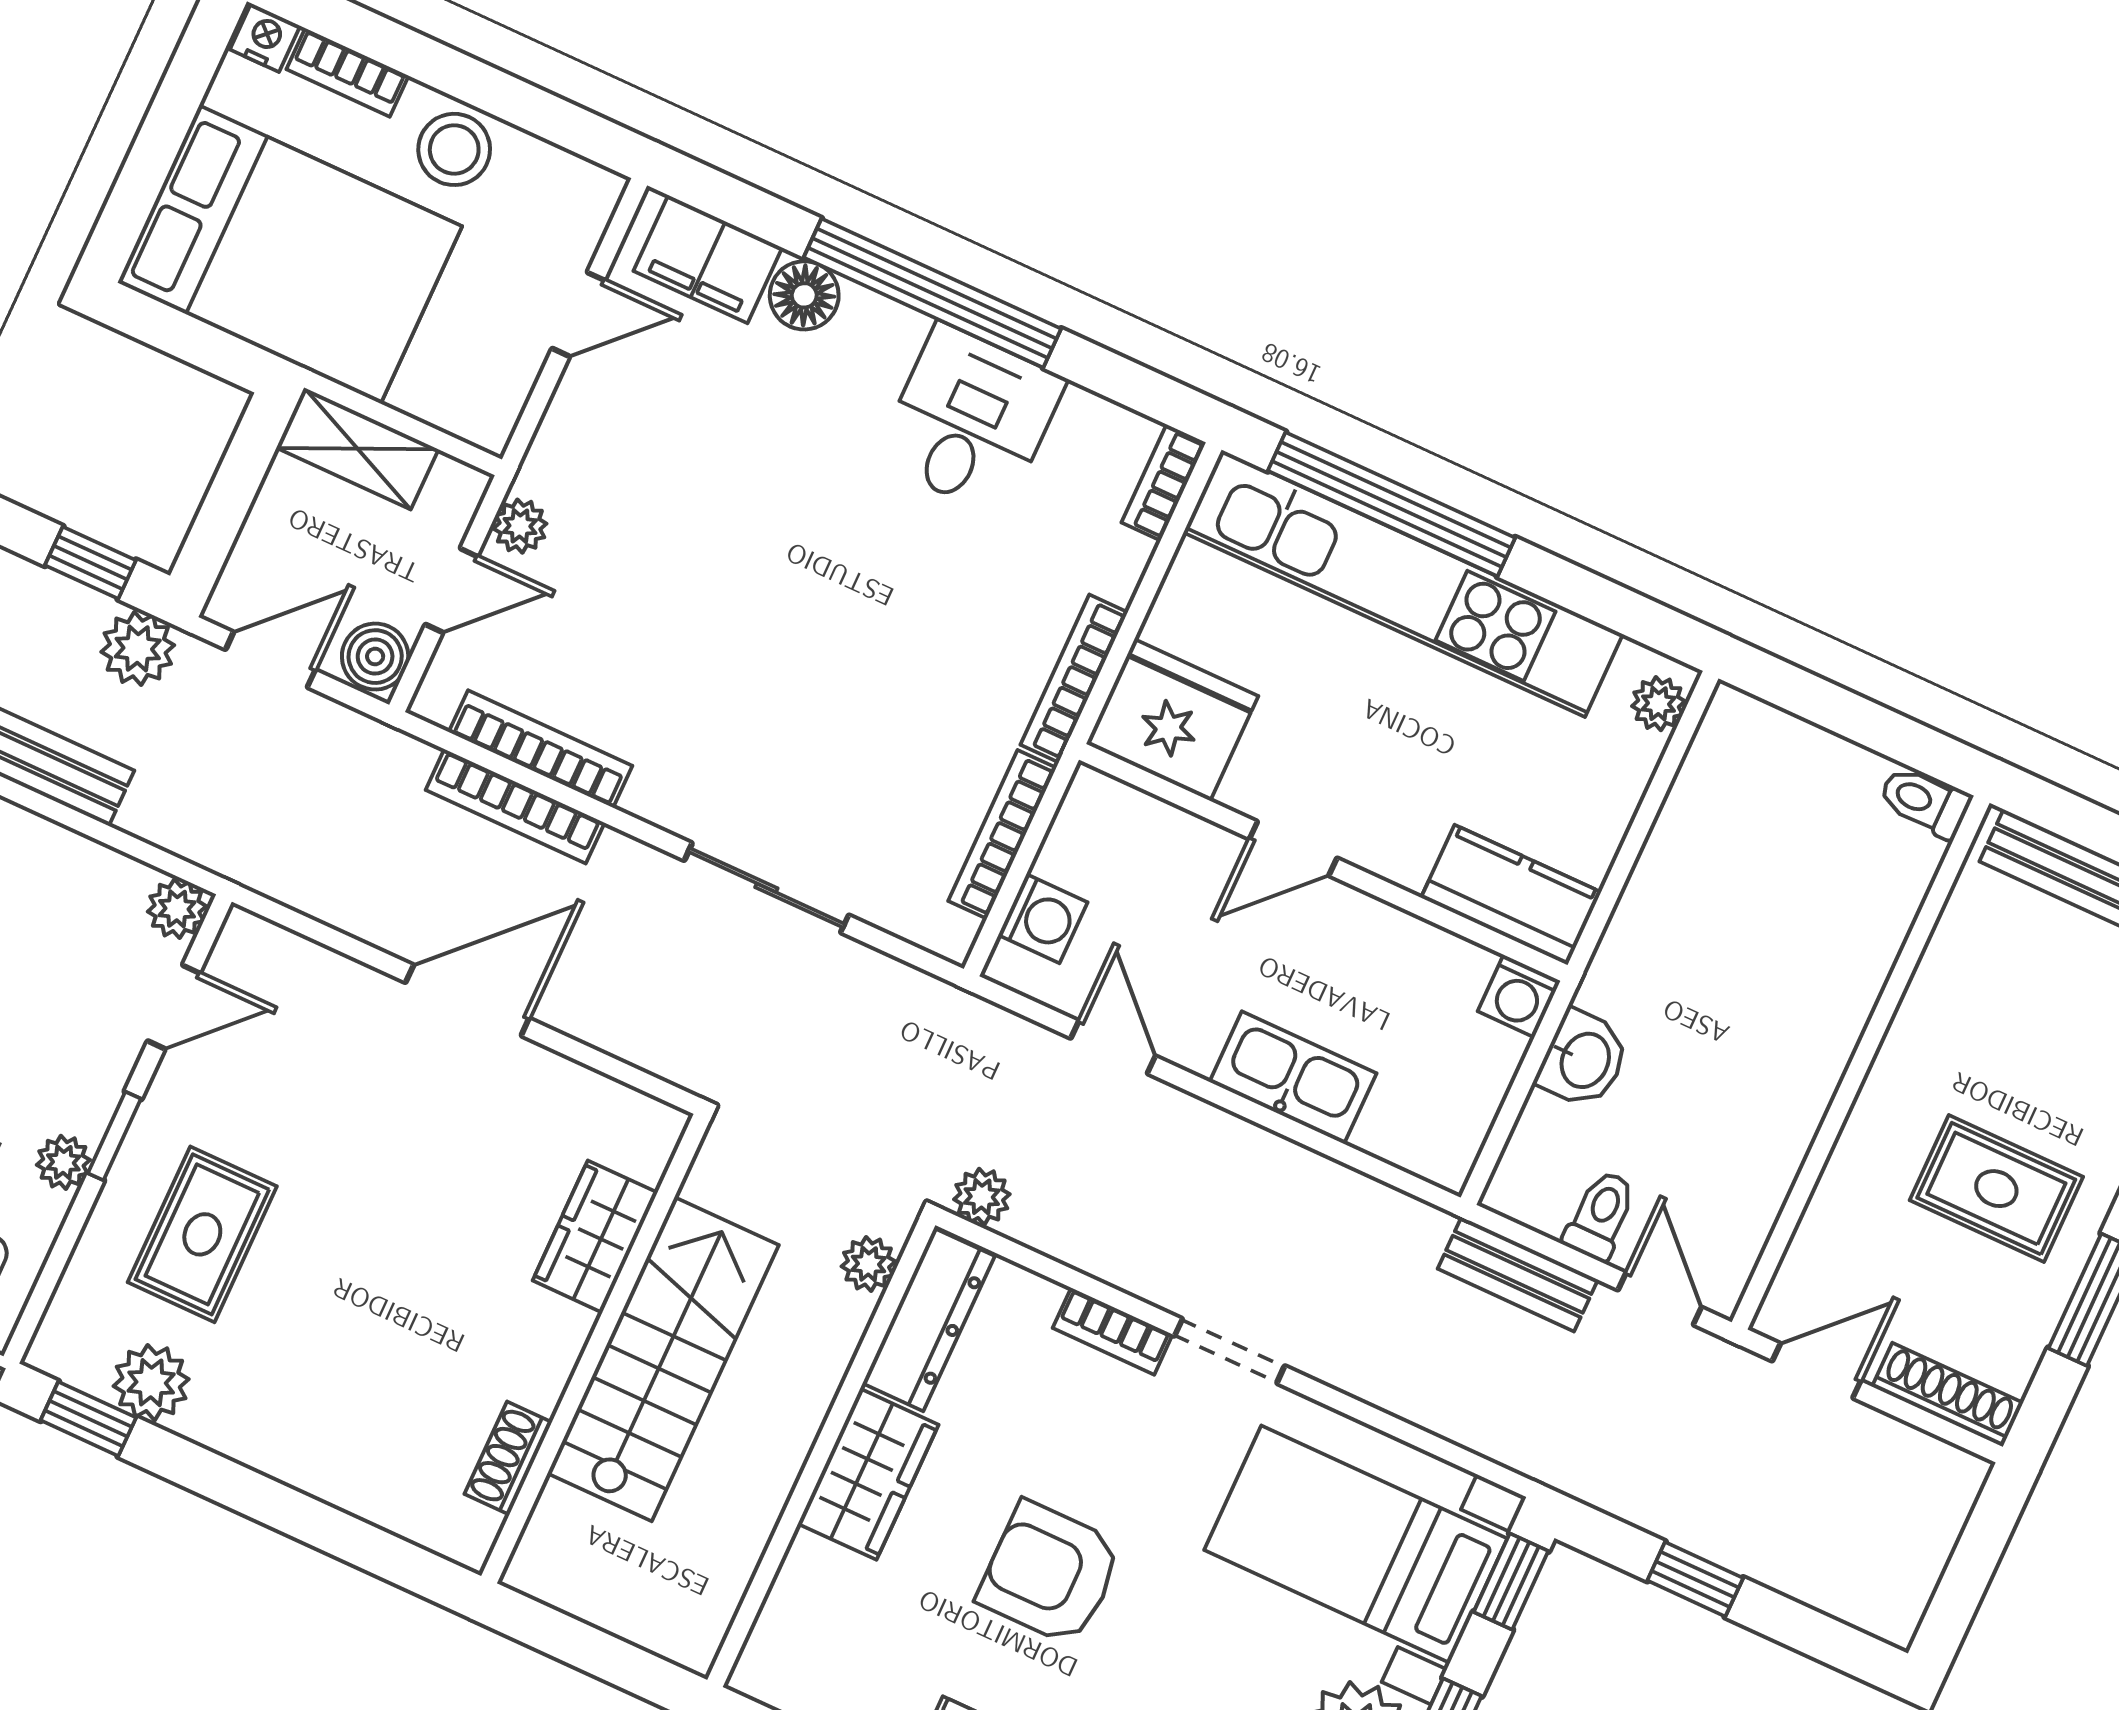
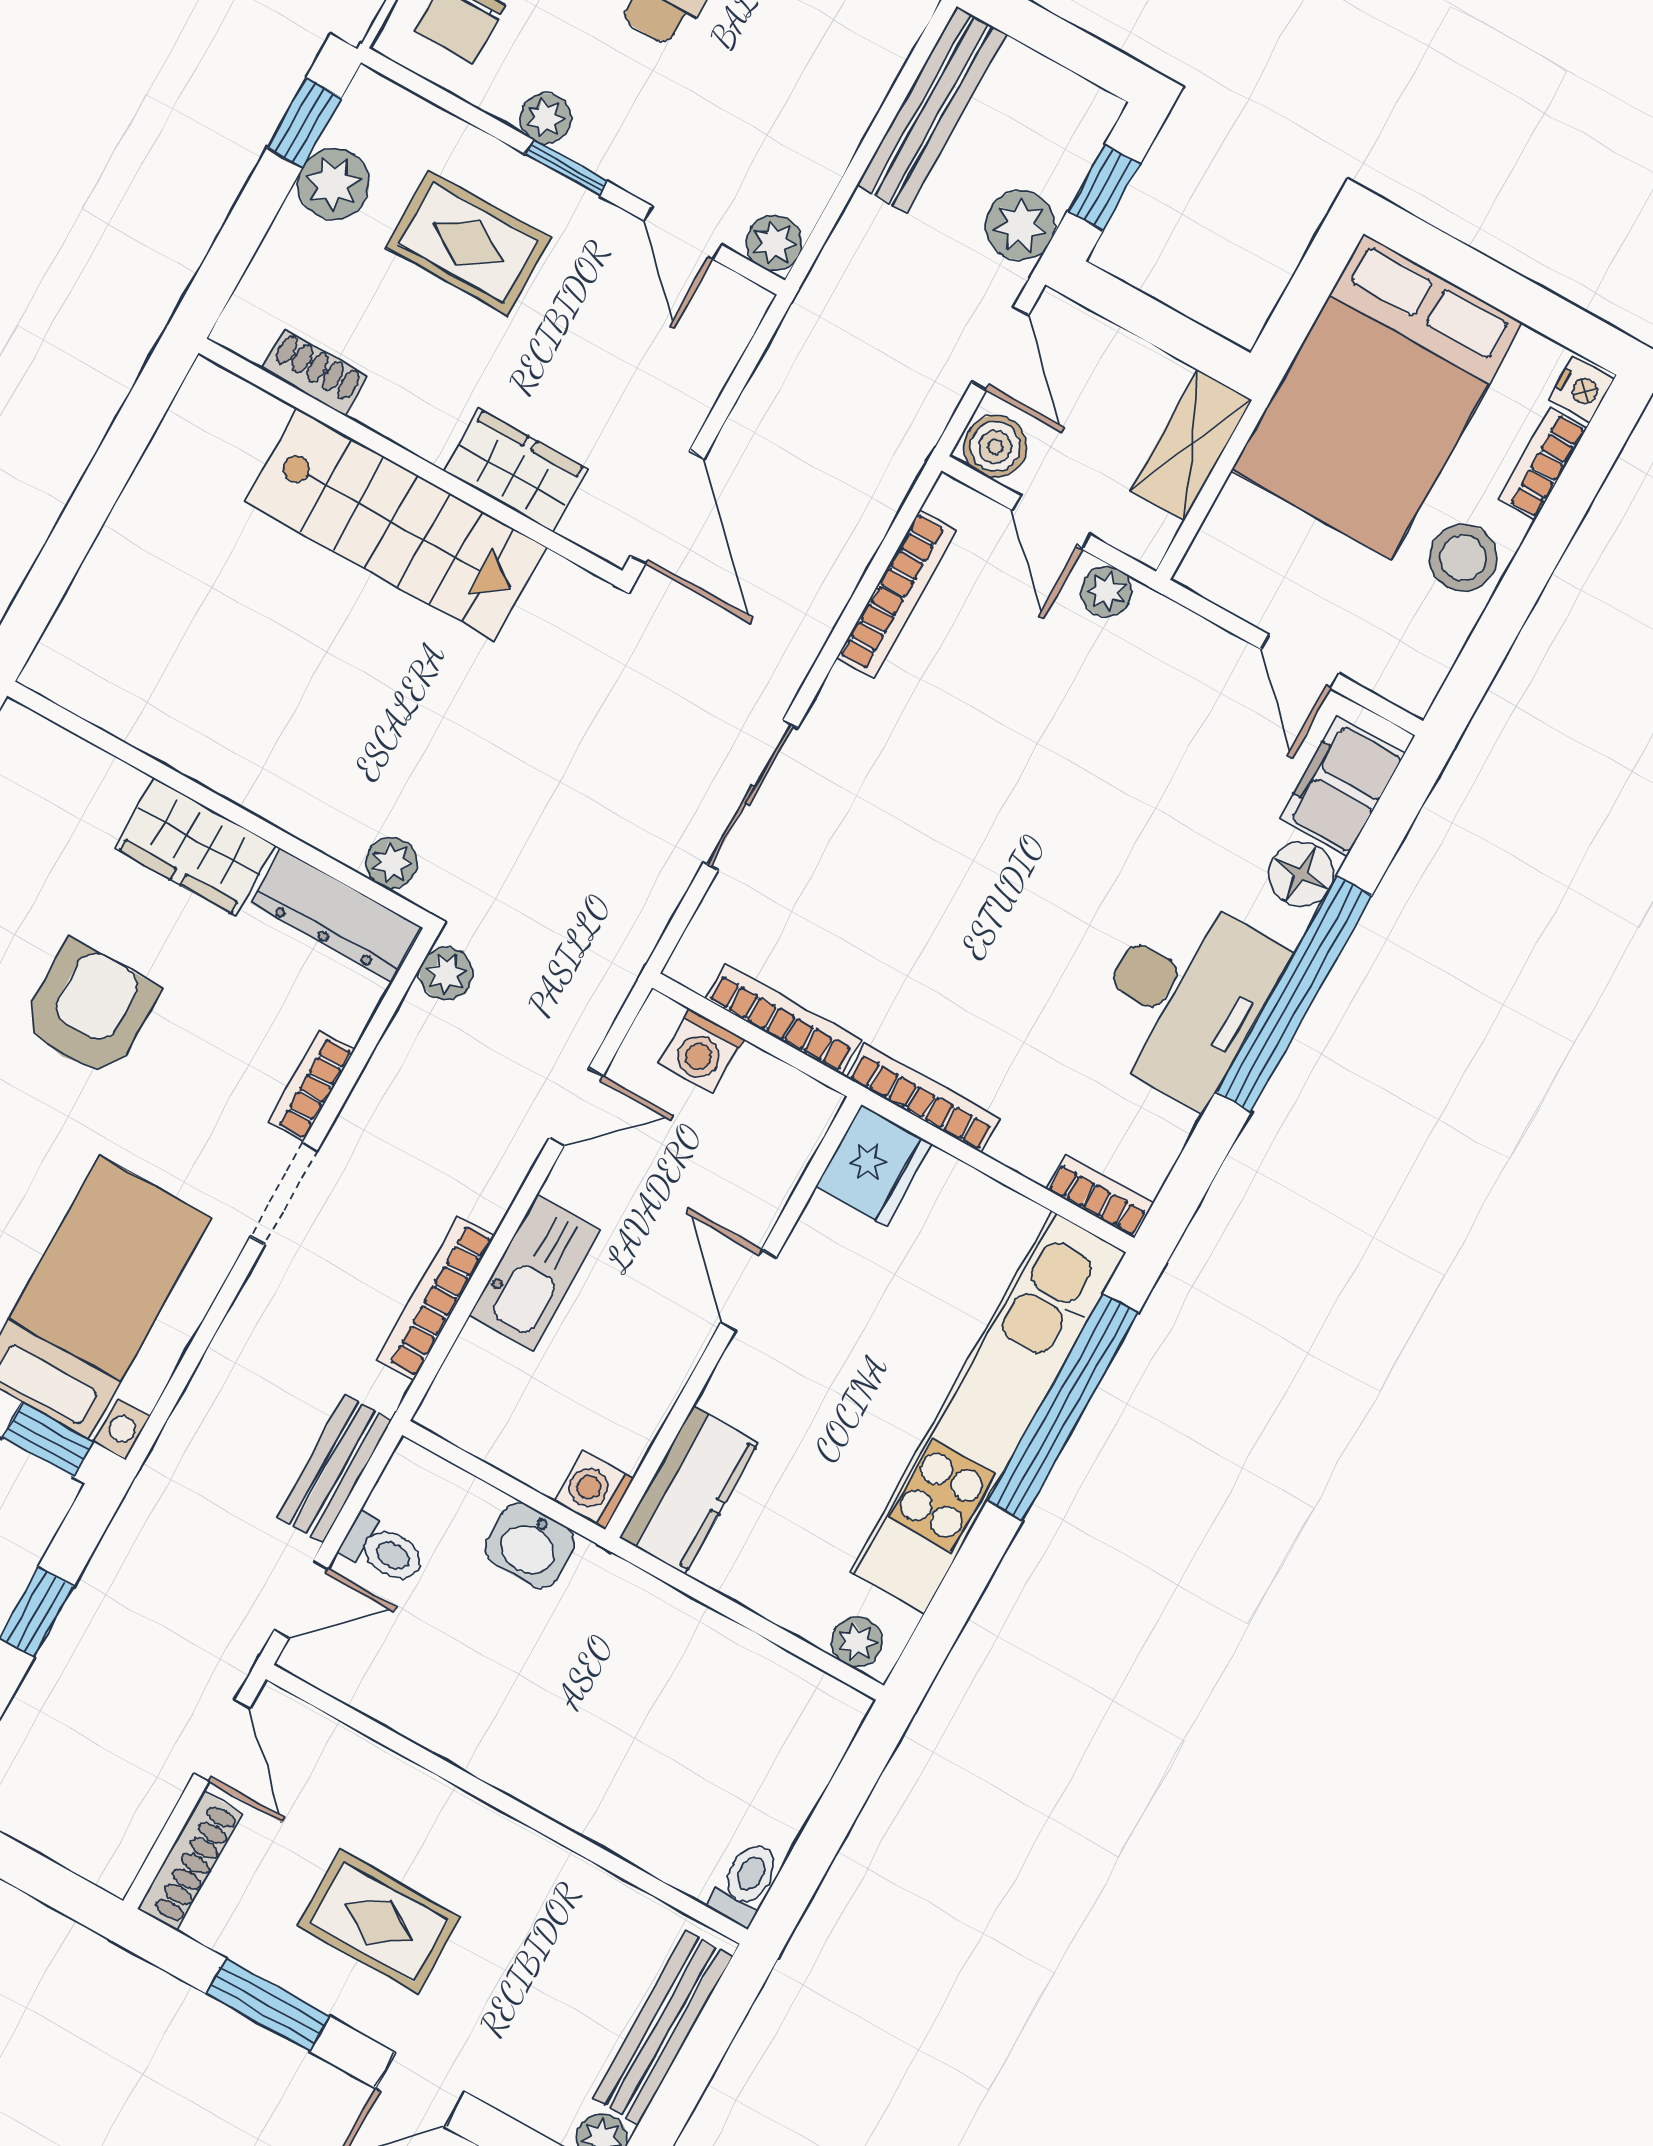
desk: (970, 420) -> (1185, 998), width x1.37
fridge: (1172, 720) -> (874, 1165), width x0.73, depth x0.75
bookcase: (515, 806) -> (436, 1298), moved
rug: (1996, 1189) -> (379, 1922), turned 90
wardrobe: (595, 1237) -> (515, 470), moved
wall: (595, 1349) -> (411, 462), moved
stairs: (663, 1359) -> (396, 524), moved
shoe rack: (508, 1458) -> (315, 373), moved

